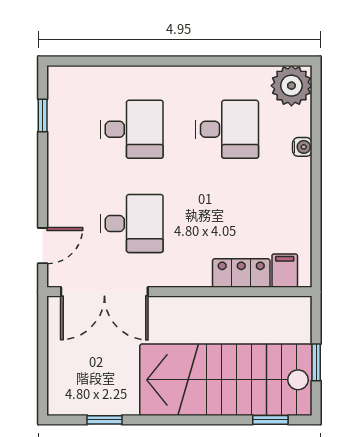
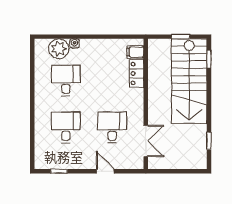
plant: (291, 86) -> (59, 49), moved
door: (43, 246) -> (105, 171), moved
double door: (104, 292) -> (146, 141), width x0.73

